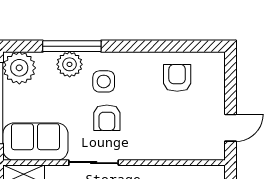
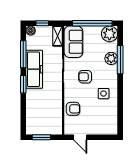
armchair: (177, 78) -> (73, 109), moved
side table: (104, 81) -> (104, 94), moved

